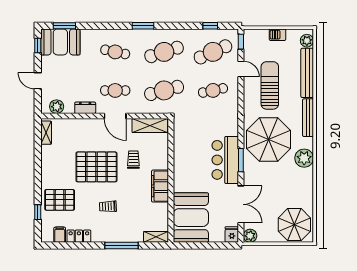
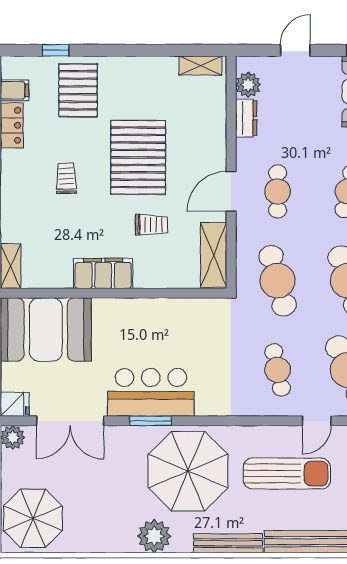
dresser: (85, 108) -> (246, 118), moved

